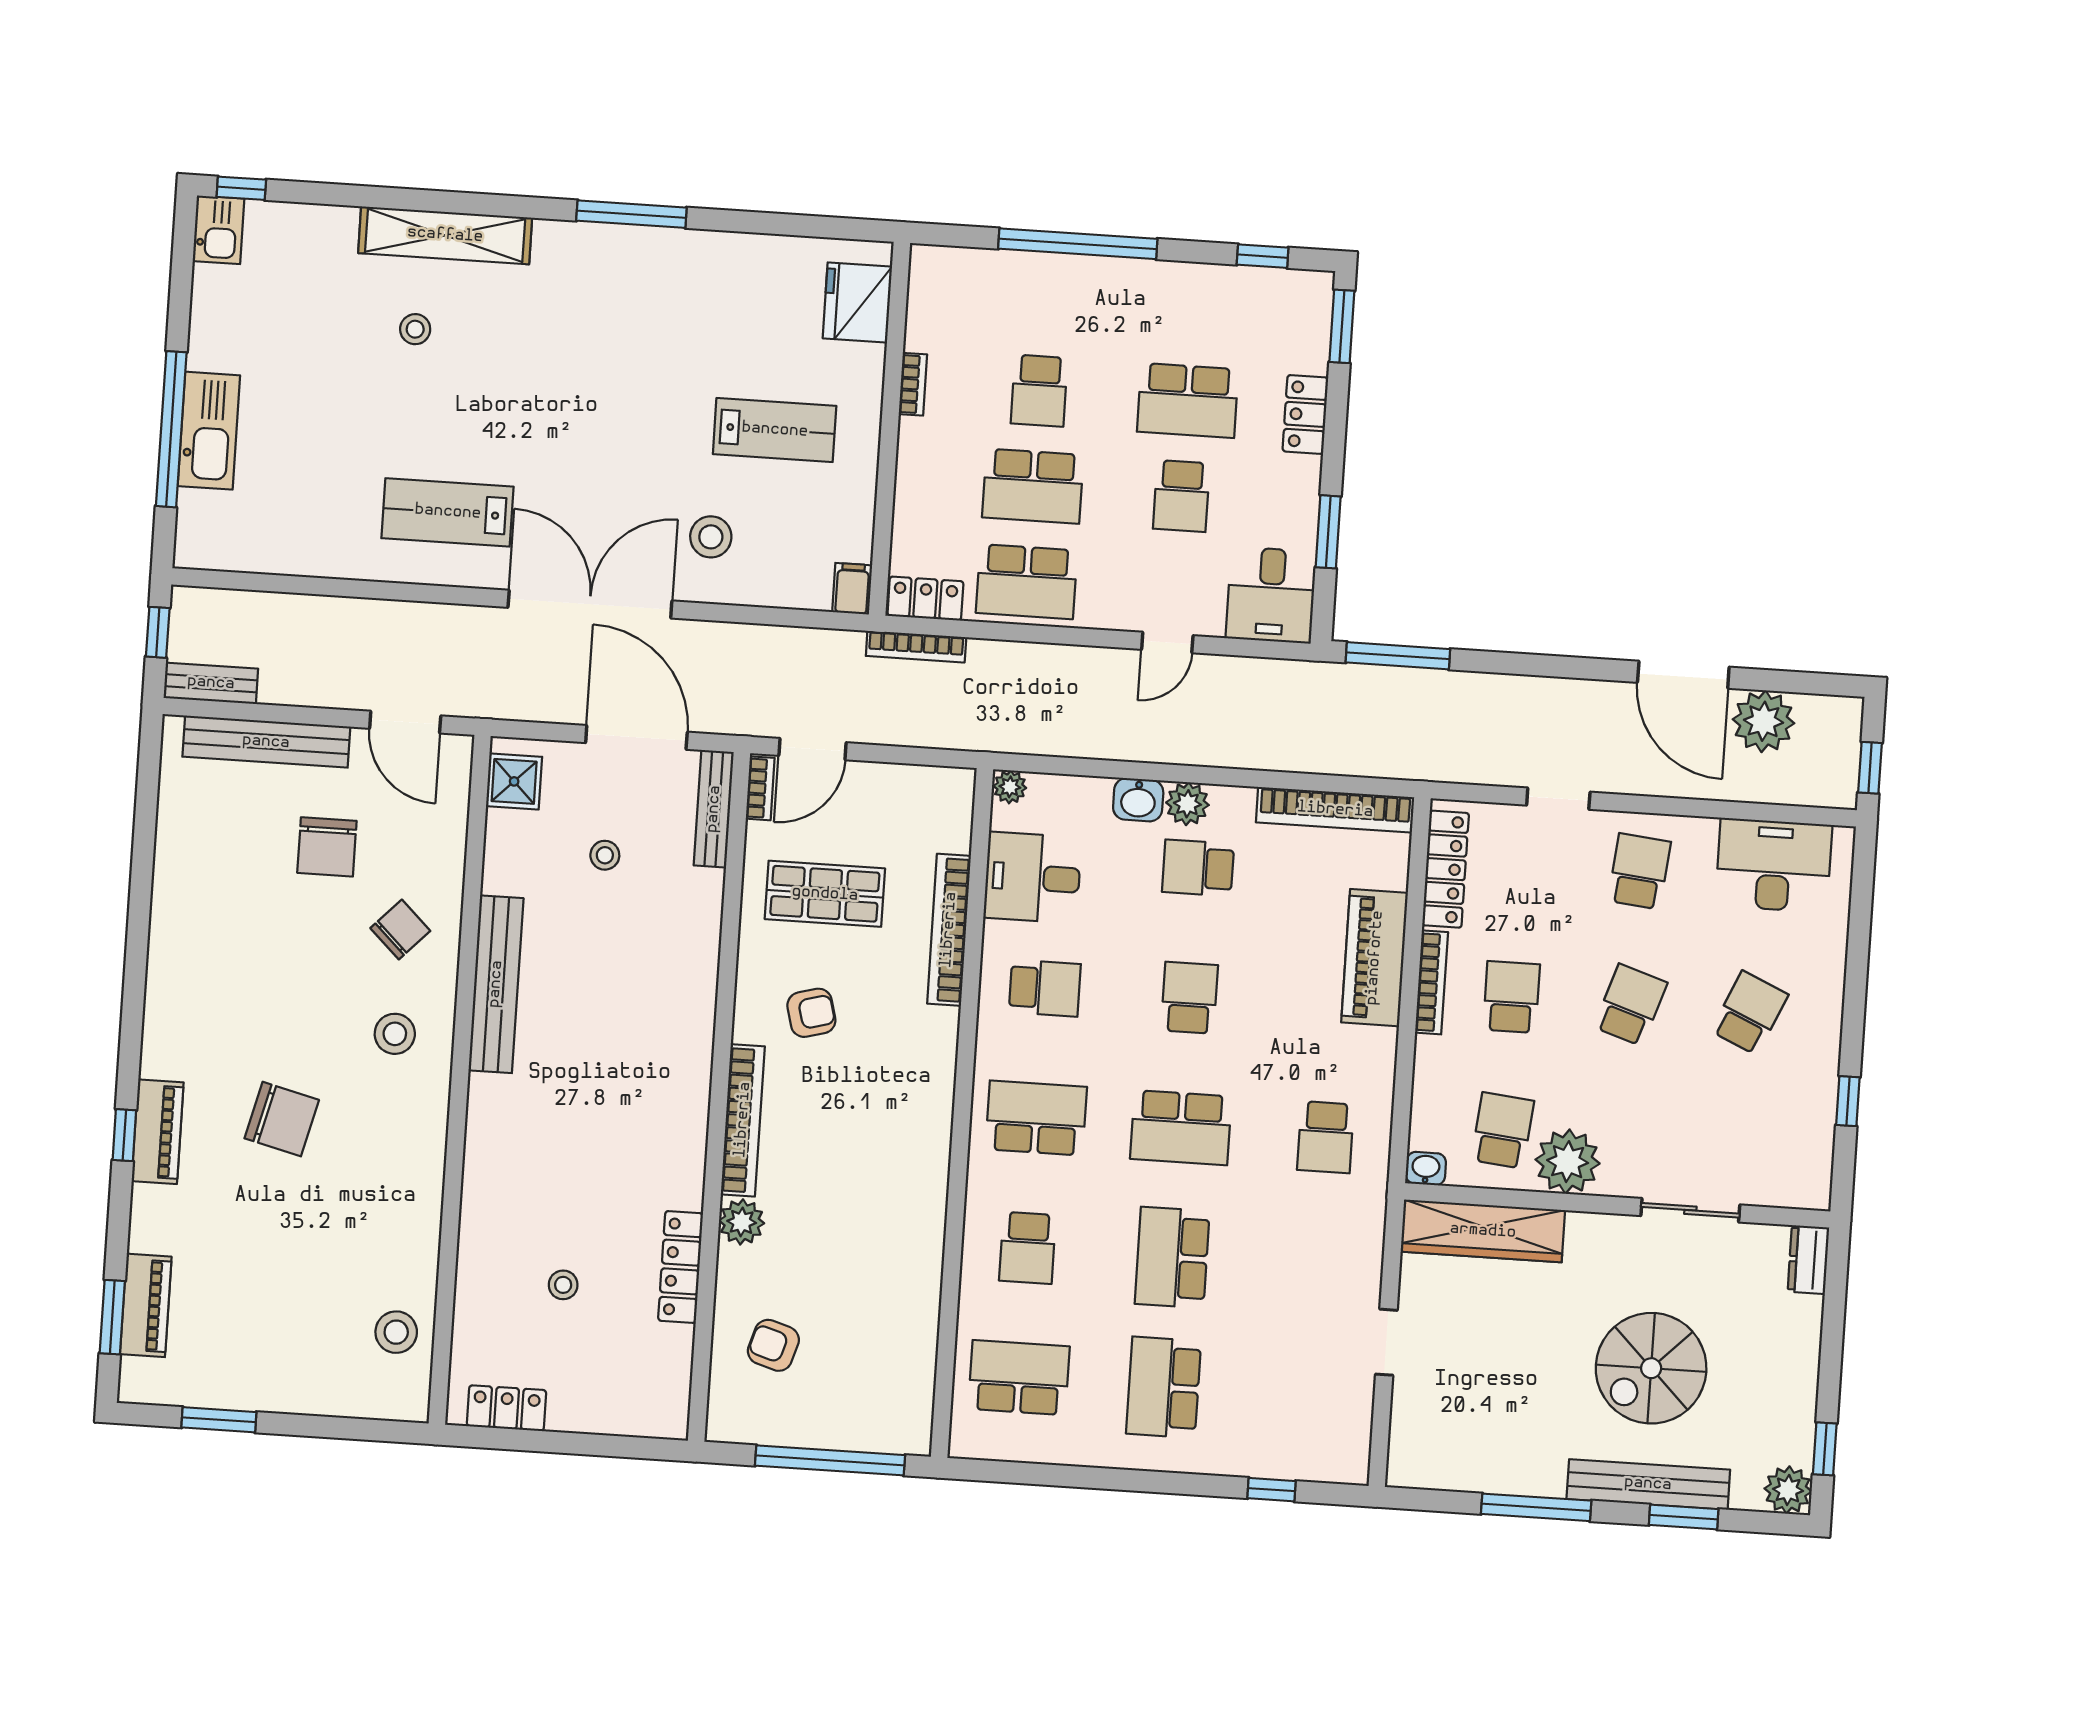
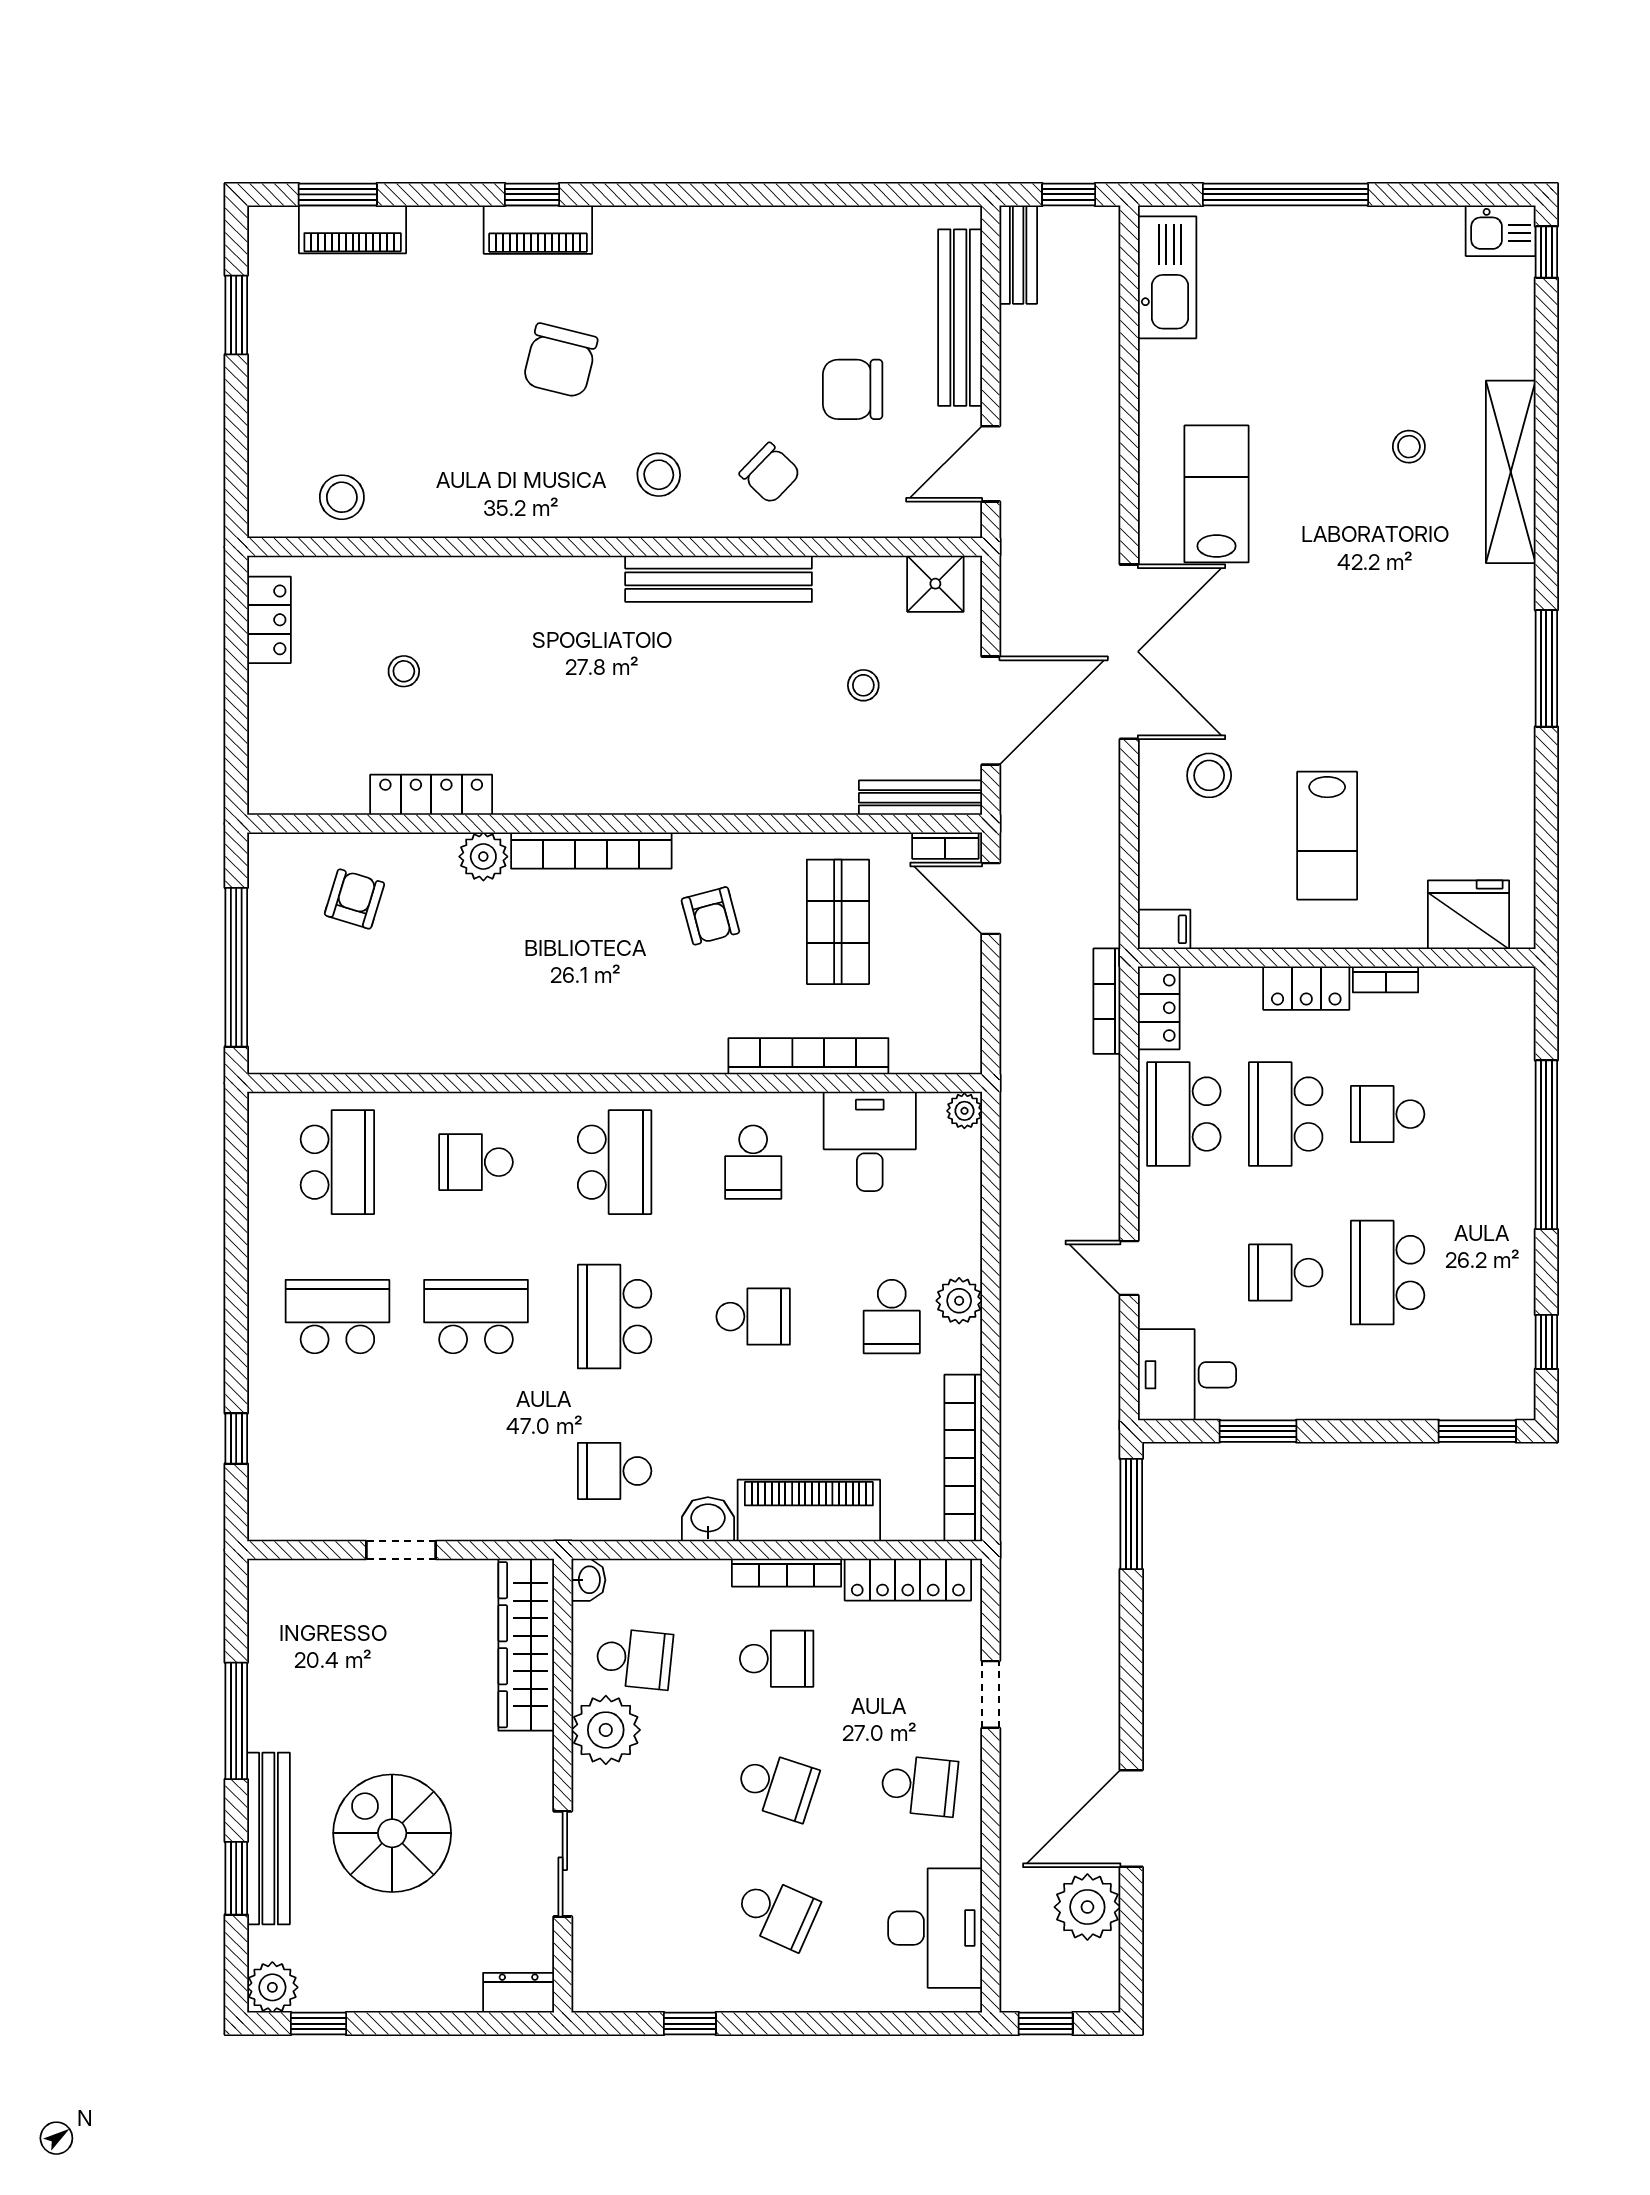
locker: (1305, 414) -> (1306, 988), moved, turned 180
kitchen sink: (209, 431) -> (1167, 277), moved, turned -90
washbasin: (1138, 800) -> (708, 1519), moved, turned 90
school desk: (1198, 868) -> (892, 1317), turned 180

